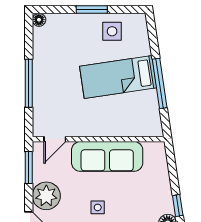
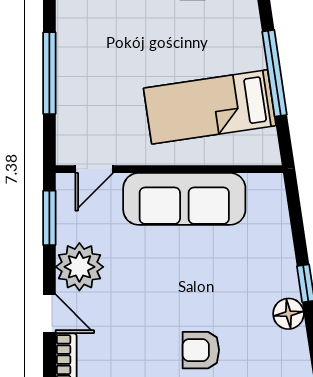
bed: (118, 77) -> (210, 107), moved
side table: (98, 207) -> (168, 287), removed

